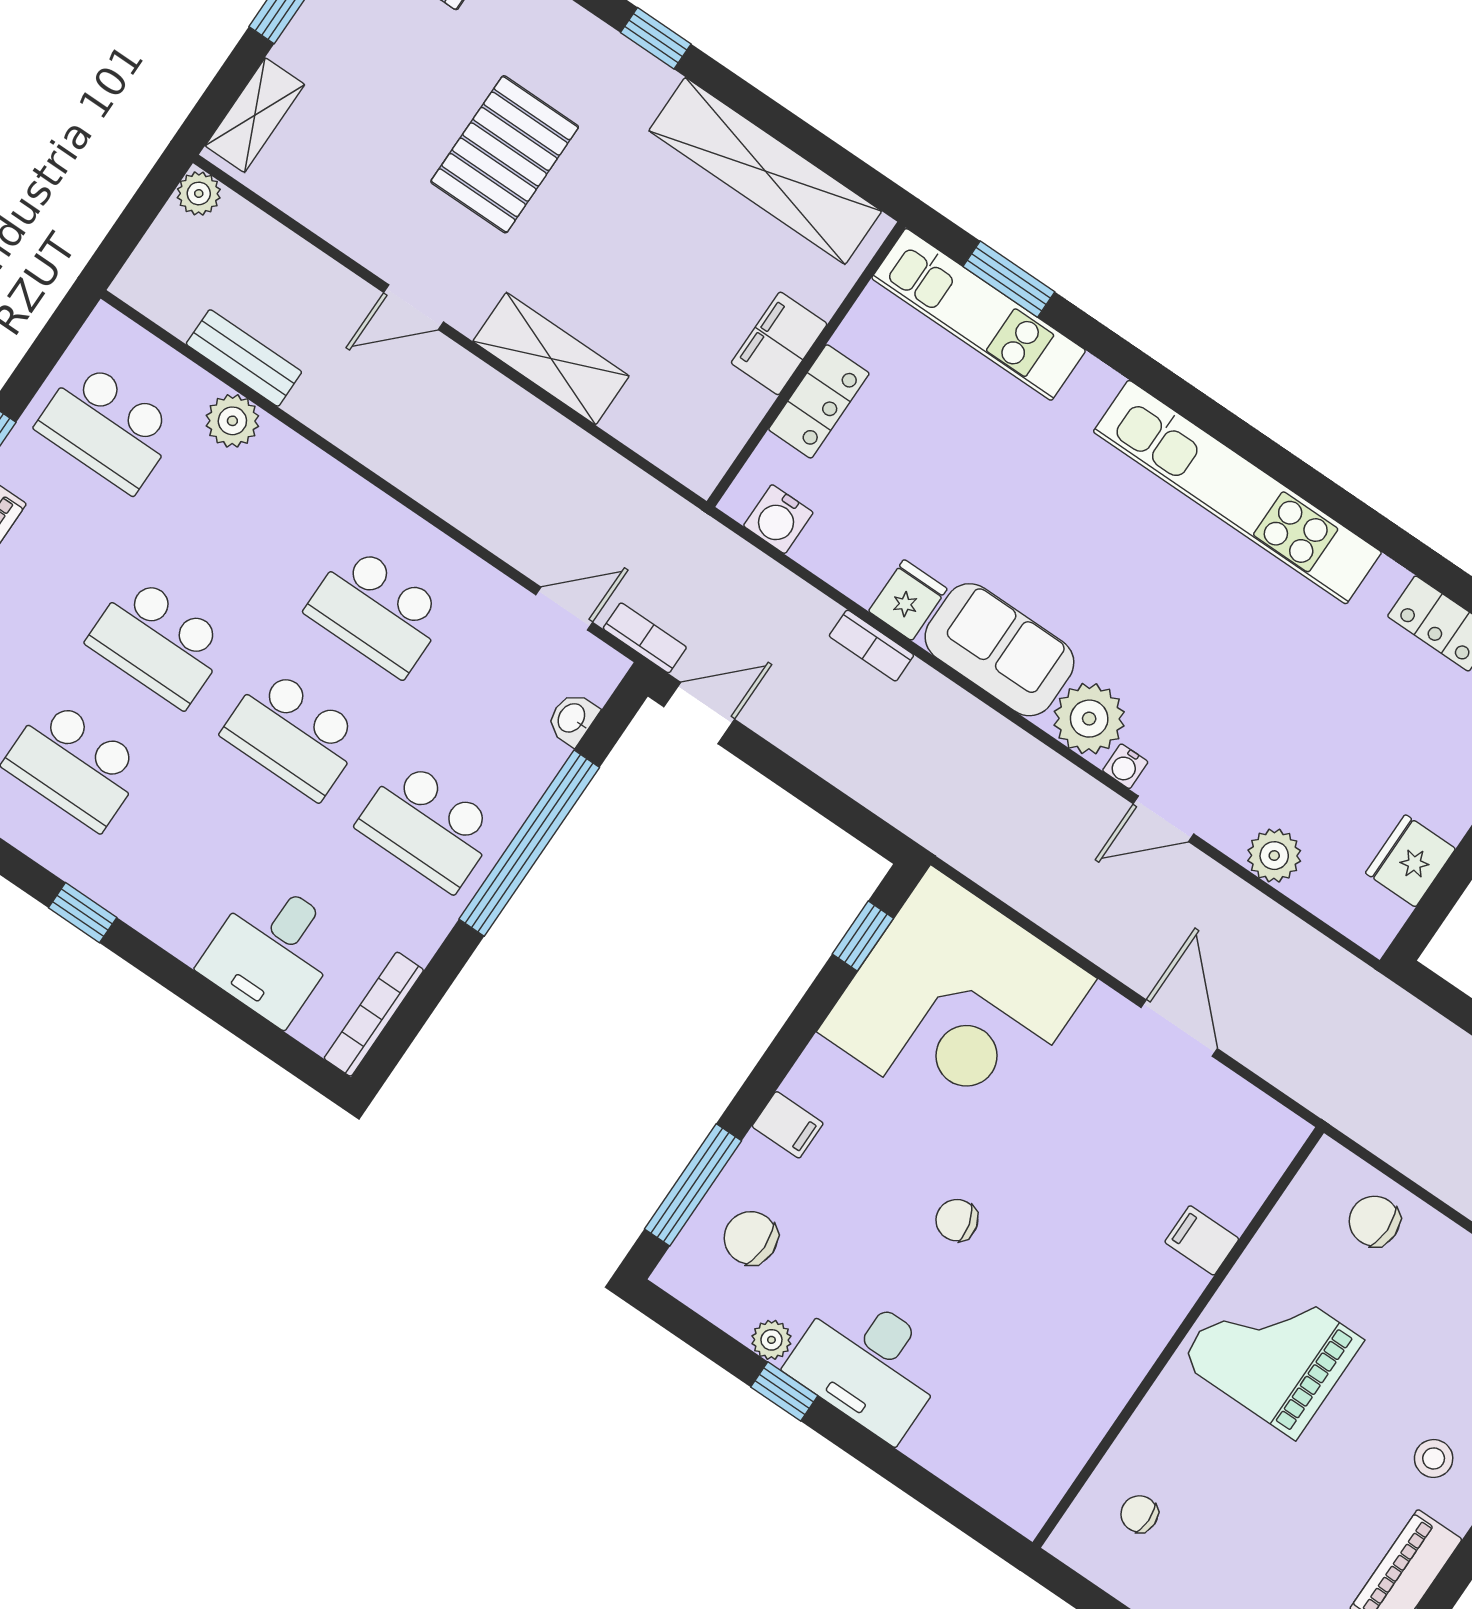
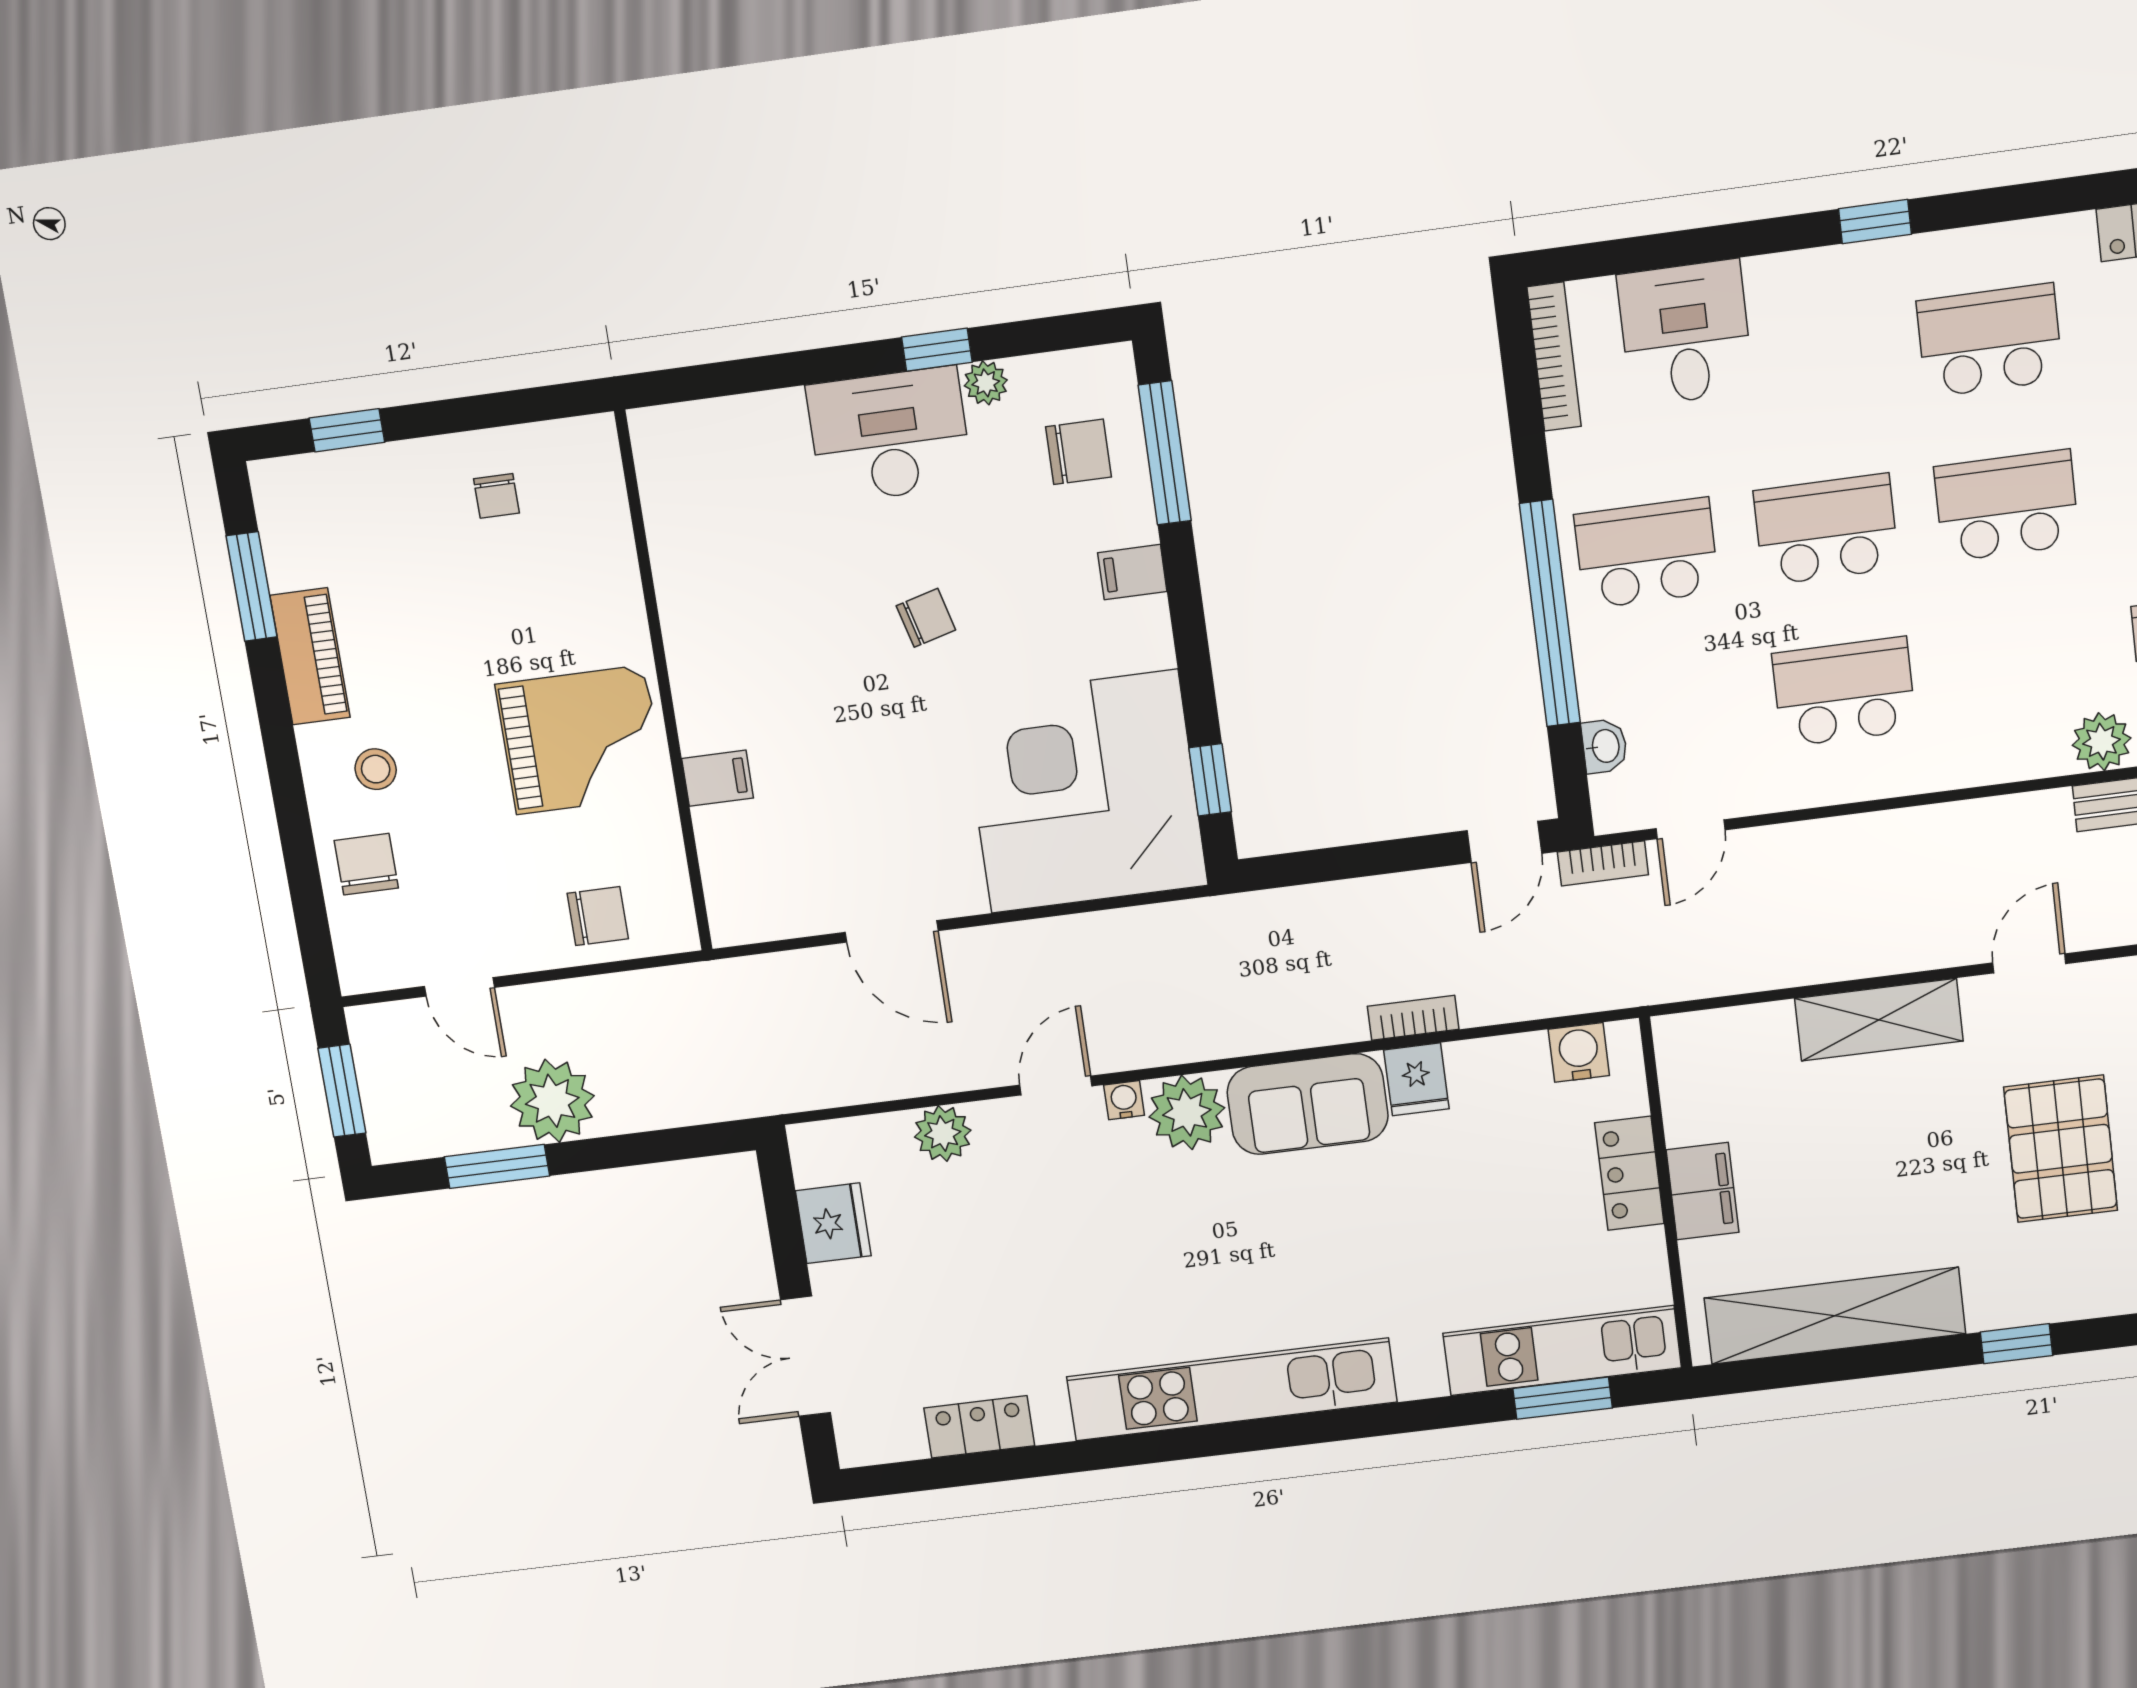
chair: (1139, 1514) -> (496, 496), moved, turned 90

